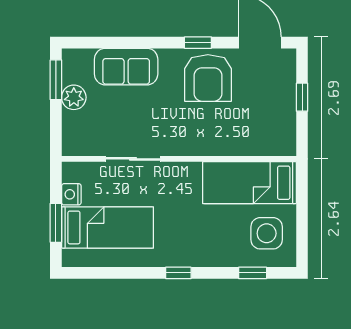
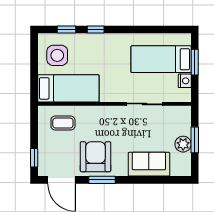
window: (198, 43) -> (102, 180), width x1.50
window: (56, 80) -> (195, 140), moved
window: (302, 97) -> (34, 158), moved
coffee table: (258, 130) -> (63, 123), added
window: (178, 273) -> (96, 30), moved

